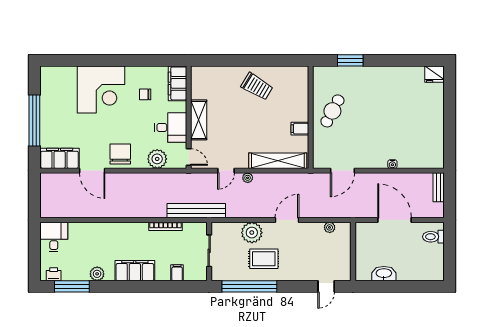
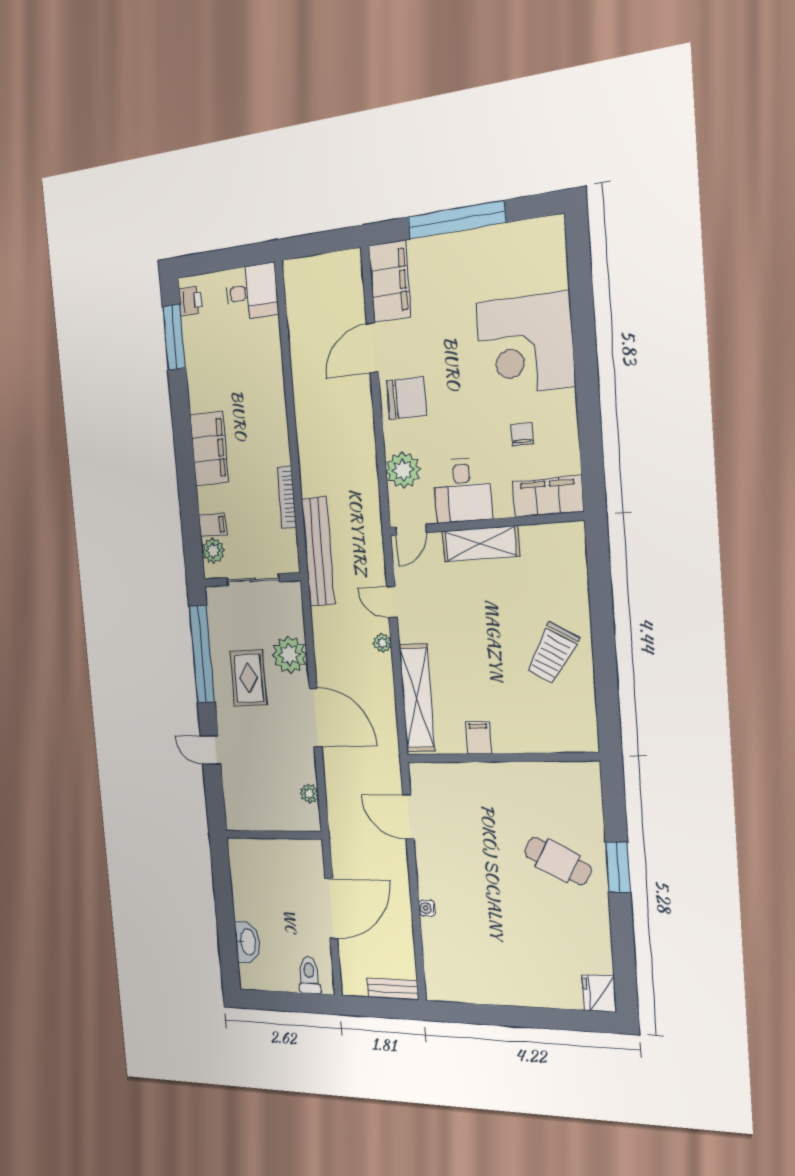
window: (350, 60) -> (618, 867), moved
cafe table: (332, 111) -> (558, 861), moved
door: (287, 220) -> (316, 718), width x1.36
plant: (97, 274) -> (213, 551), moved
washbasin: (384, 274) -> (247, 942), moved
door: (326, 286) -> (210, 750), moved

